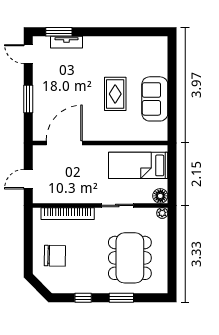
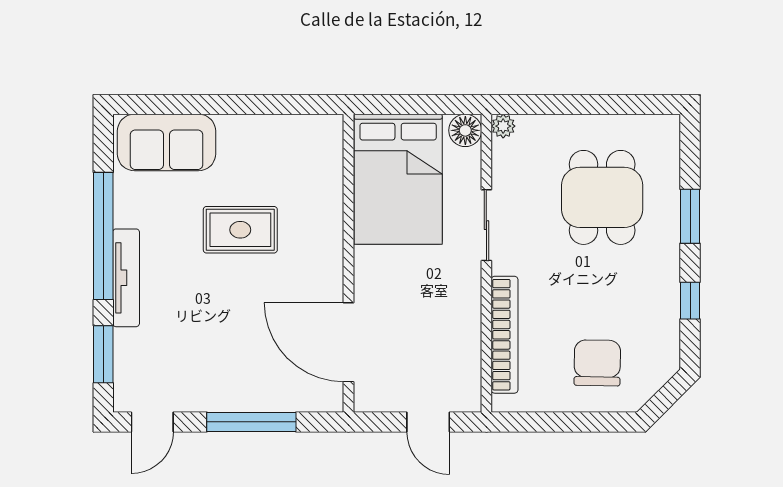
window: (112, 32) -> (103, 236), added
tv unit: (66, 42) -> (126, 278), moved, width x1.41
window: (28, 99) -> (251, 422), width x1.44
sofa: (155, 99) -> (166, 142), moved
bed: (138, 165) -> (398, 179), width x1.50
dining table: (130, 258) -> (602, 197), width x0.73

